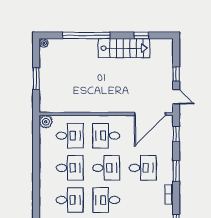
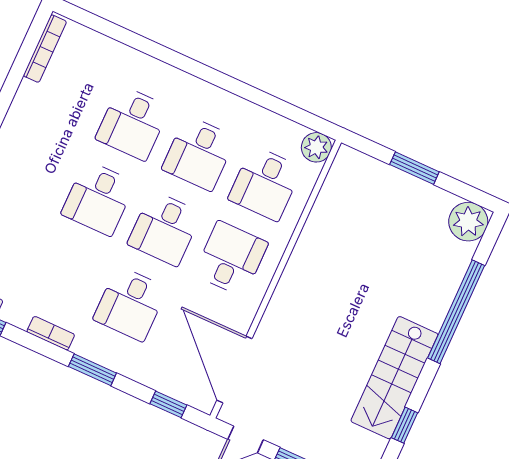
plant: (44, 43) -> (468, 222), width x1.88, depth x1.88
desk: (106, 200) -> (98, 198), turned 180

